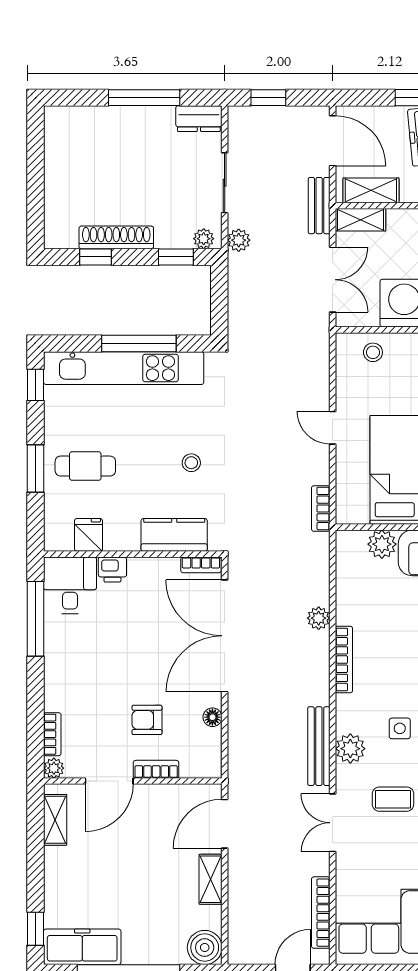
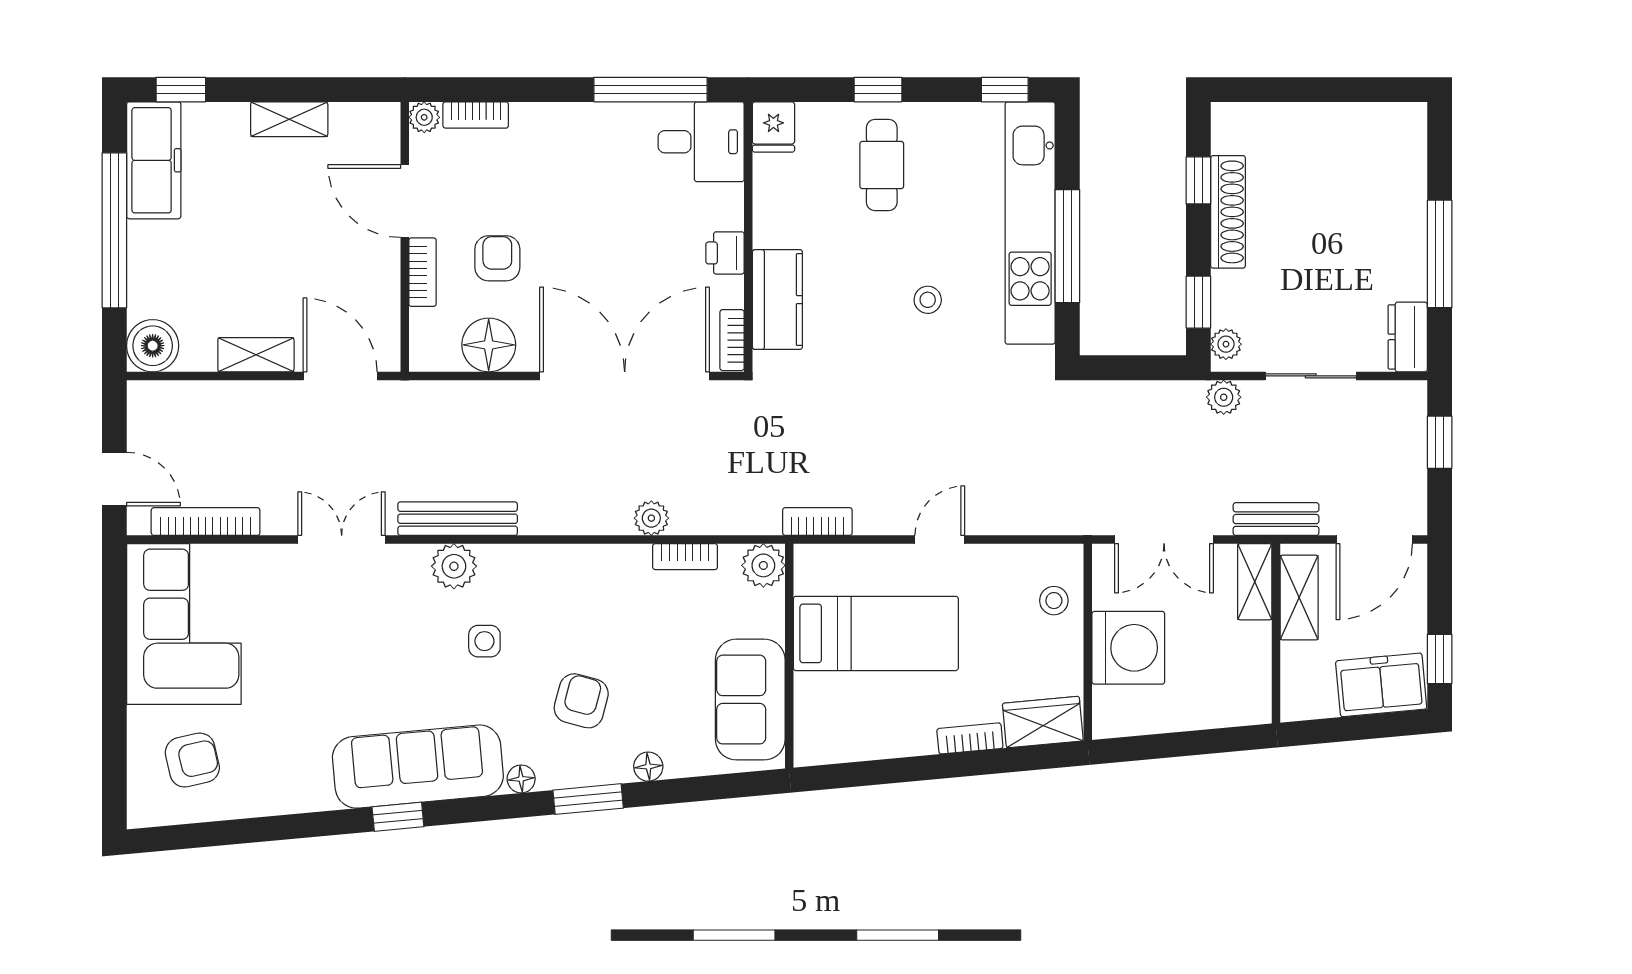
stool: (191, 463) -> (928, 300), moved
window: (36, 469) -> (878, 90), width x0.67
fridge: (89, 535) -> (773, 127), moved, turned 90
plant: (382, 544) -> (763, 565), moved
printer: (112, 570) -> (725, 253), moved
bookcase: (344, 660) -> (685, 557), moved, width x0.64
floor lamp: (212, 717) -> (489, 345), width x1.89, depth x1.89
coffee table: (393, 799) -> (377, 631), removed
shelving: (55, 820) -> (289, 119), moved

